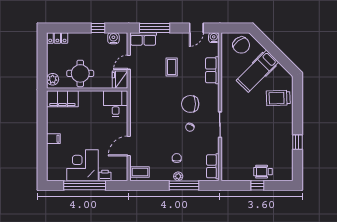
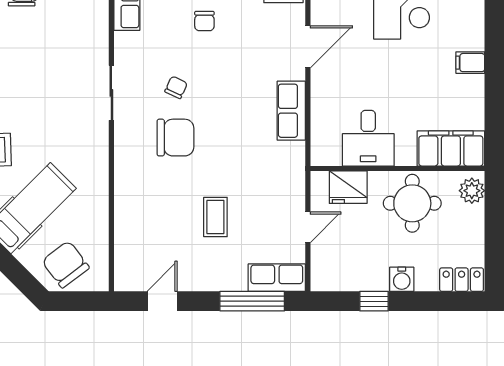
water cooler: (113, 38) -> (402, 279), moved
water cooler: (214, 38) -> (125, 280), removed
row of seats: (212, 70) -> (291, 111), moved, turned 180
fridge: (120, 80) -> (348, 187), moved, turned 90
desk: (116, 104) -> (368, 138), moved

